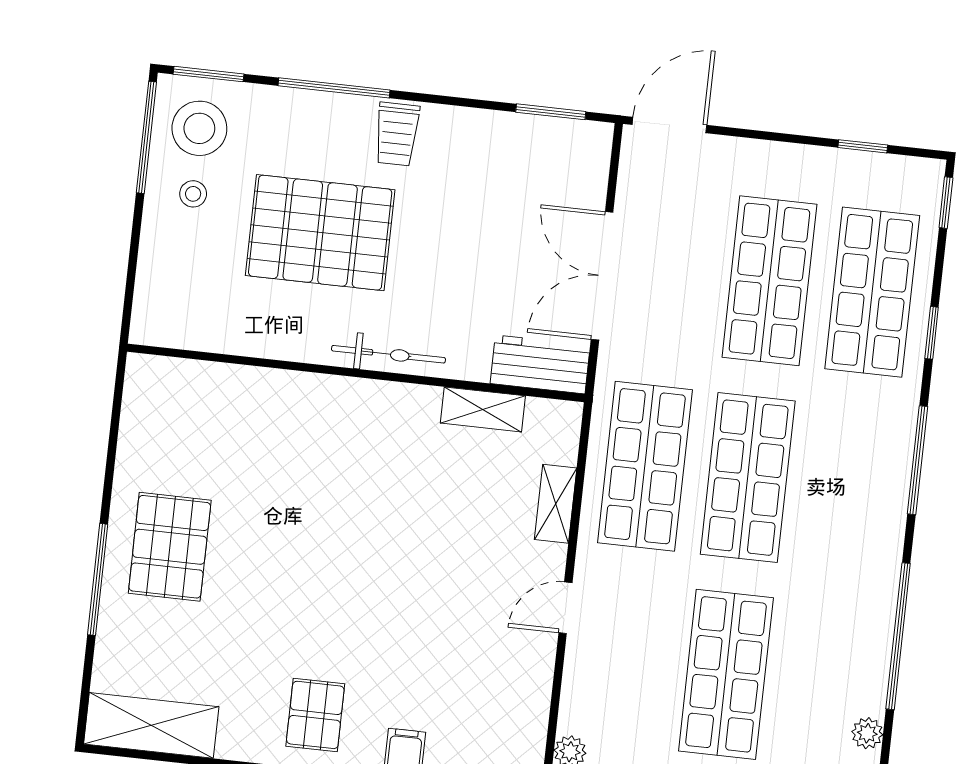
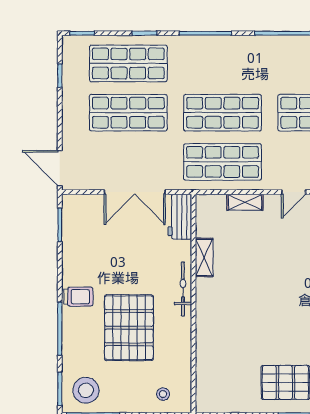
stool: (193, 194) -> (163, 394), moved
shelving: (483, 409) -> (204, 257), moved
door: (565, 608) -> (294, 192), hinge flipped

